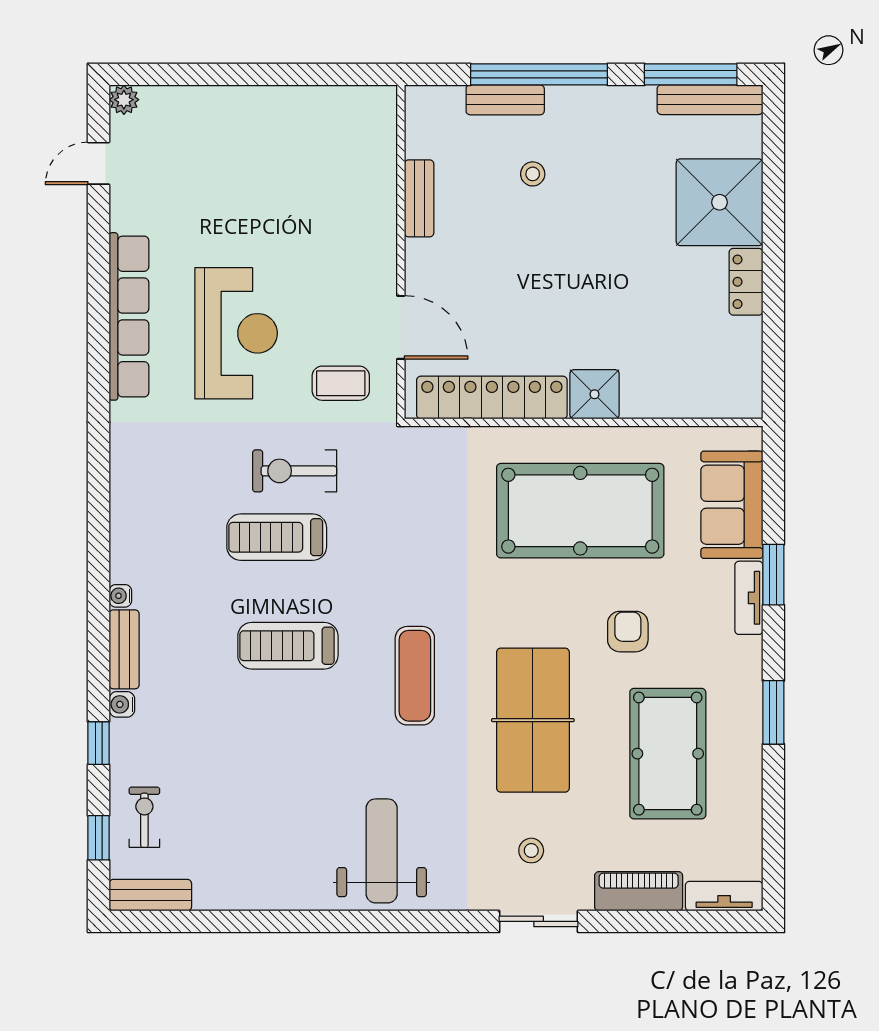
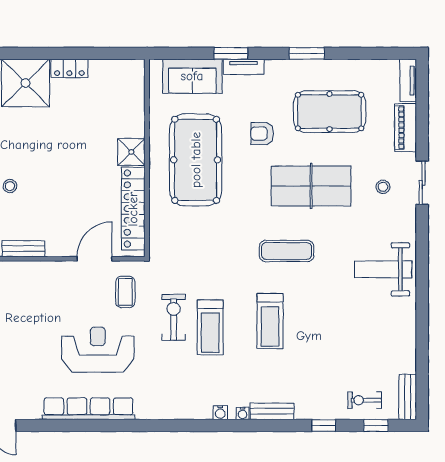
exercise bike: (295, 471) -> (174, 317), turned 180
water cooler: (122, 704) -> (220, 413), moved

